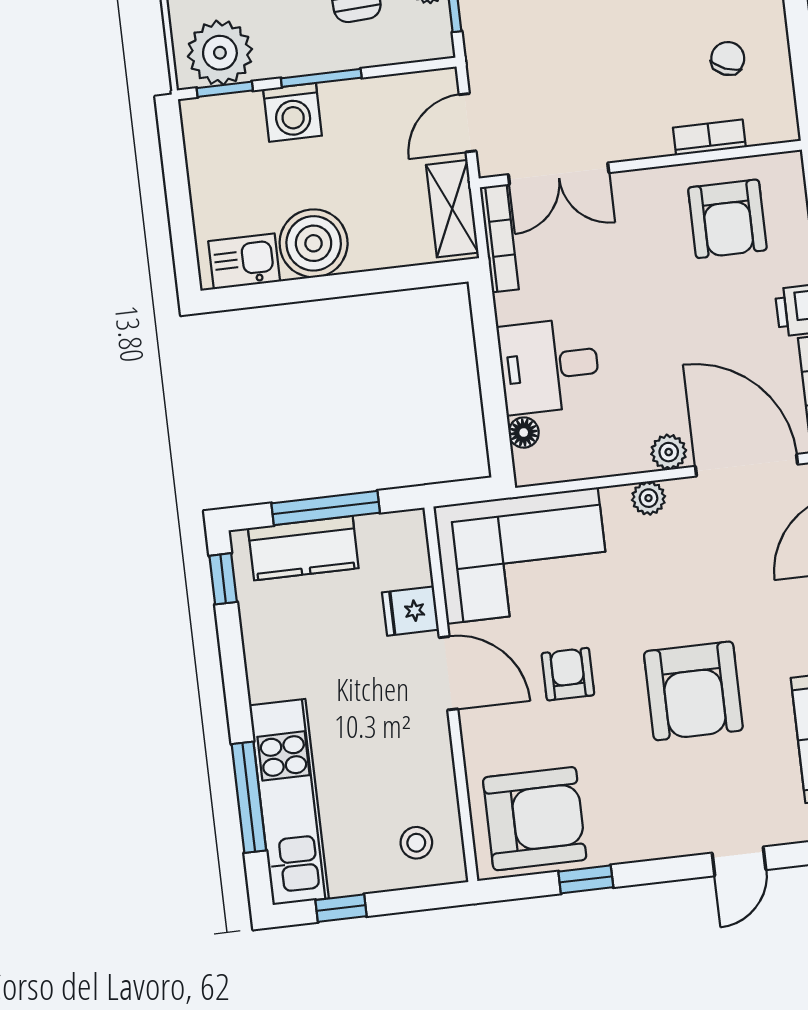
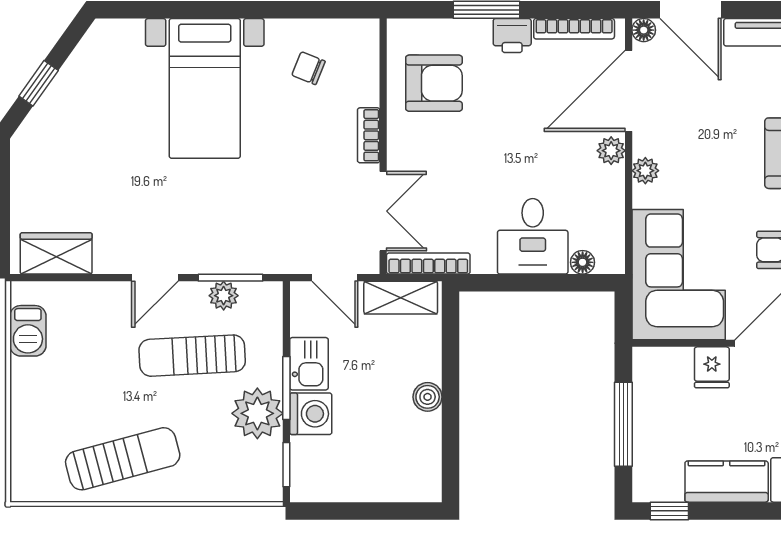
plant: (220, 53) -> (257, 413), moved
bookcase: (709, 137) -> (369, 135), moved
boiler: (314, 243) -> (428, 397), width x0.54, depth x0.54
kitchen sink: (244, 261) -> (309, 364), moved, turned 180
kitchen counter: (303, 548) -> (727, 482), moved, turned -90

